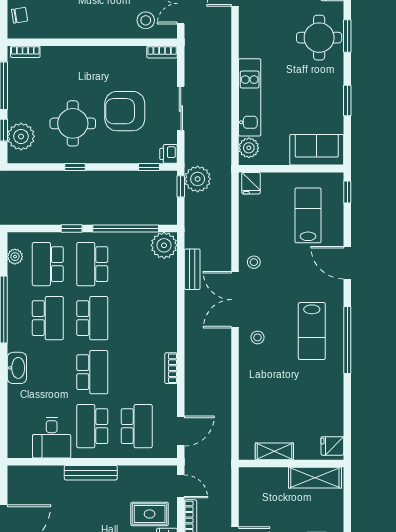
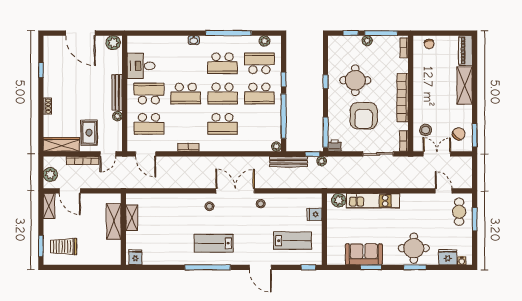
bookcase: (98, 54) -> (403, 98), added
sliding door: (181, 109) -> (378, 154), moved
armchair: (125, 111) -> (364, 116), turned 180
plant: (21, 136) -> (367, 41), moved, width x0.53, depth x0.53
sofa: (317, 150) -> (364, 254), moved, turned -90
window: (149, 167) -> (326, 132), width x2.17
plant: (198, 179) -> (322, 161), width x0.53, depth x0.53
fridge: (251, 183) -> (314, 214), moved
plant: (164, 245) -> (276, 147), width x0.53, depth x0.53
door: (347, 263) -> (260, 267), swing flipped
school desk: (92, 264) -> (259, 94), turned 180
bench: (192, 269) -> (289, 162), moved, width x1.36
school desk: (137, 318) -> (223, 124), added
washbasin: (17, 368) -> (194, 40), width x0.52, depth x0.69
plant: (125, 472) -> (117, 116), added
shelving: (315, 478) -> (114, 221), moved
plant: (18, 479) -> (113, 43), added

